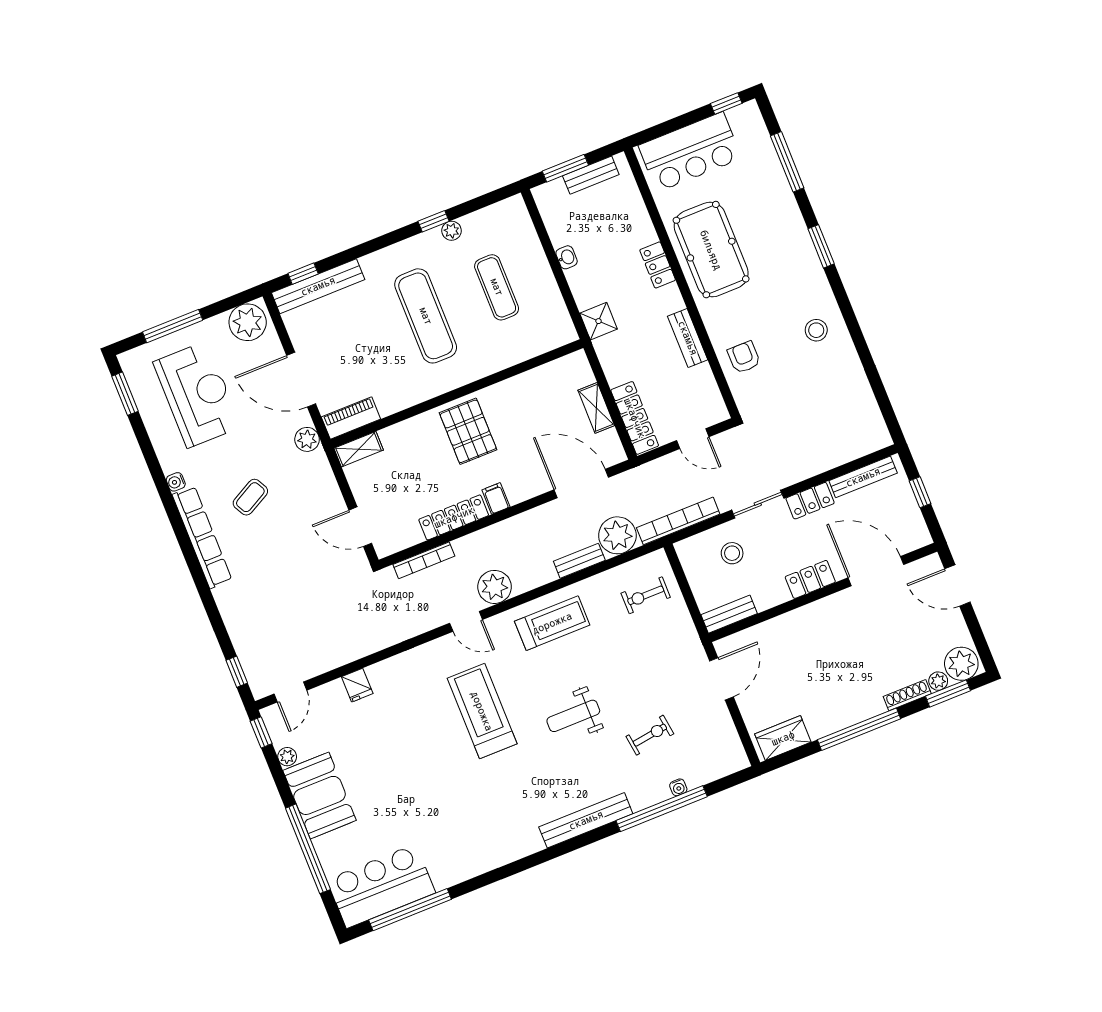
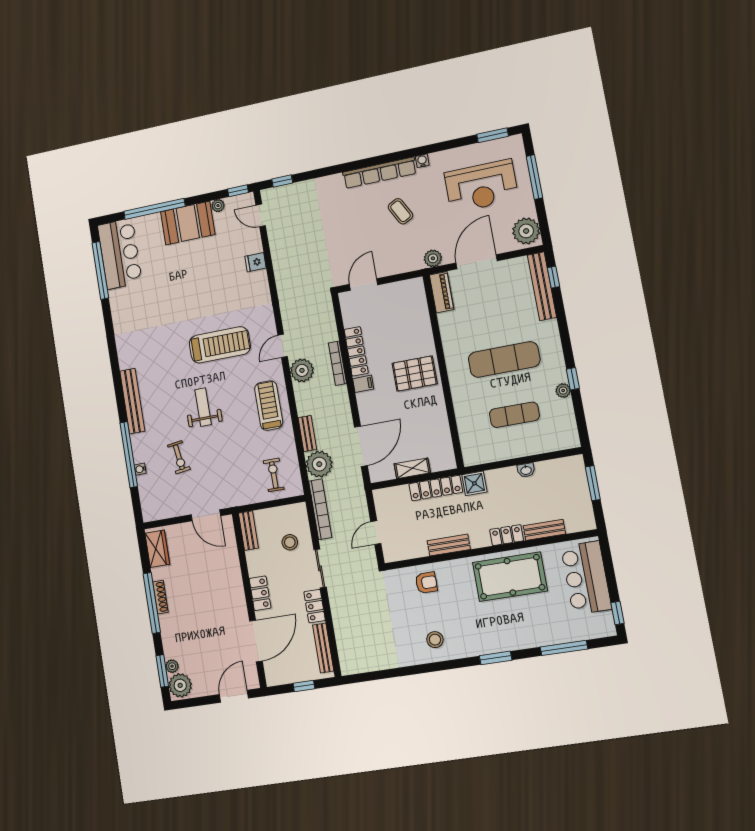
bench: (591, 175) -> (544, 530), moved, turned 90
locker: (635, 418) -> (436, 488), moved
shelving: (359, 449) -> (418, 293), removed
bookcase: (424, 560) -> (337, 363), moved
treadmill: (552, 623) -> (269, 406), turned 180
shoe rack: (907, 695) -> (160, 597), moved

